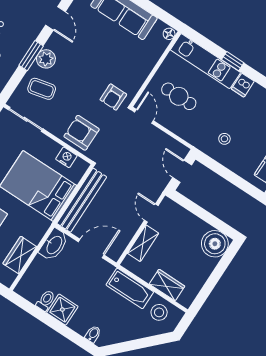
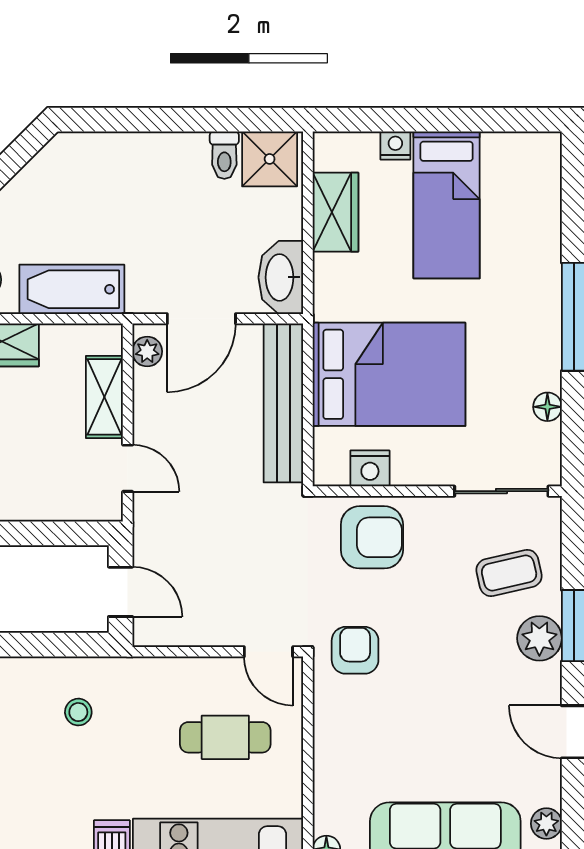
plant: (118, 249) -> (147, 351), added
shower: (62, 310) -> (270, 159), moved
bidet: (93, 334) -> (86, 150), removed

